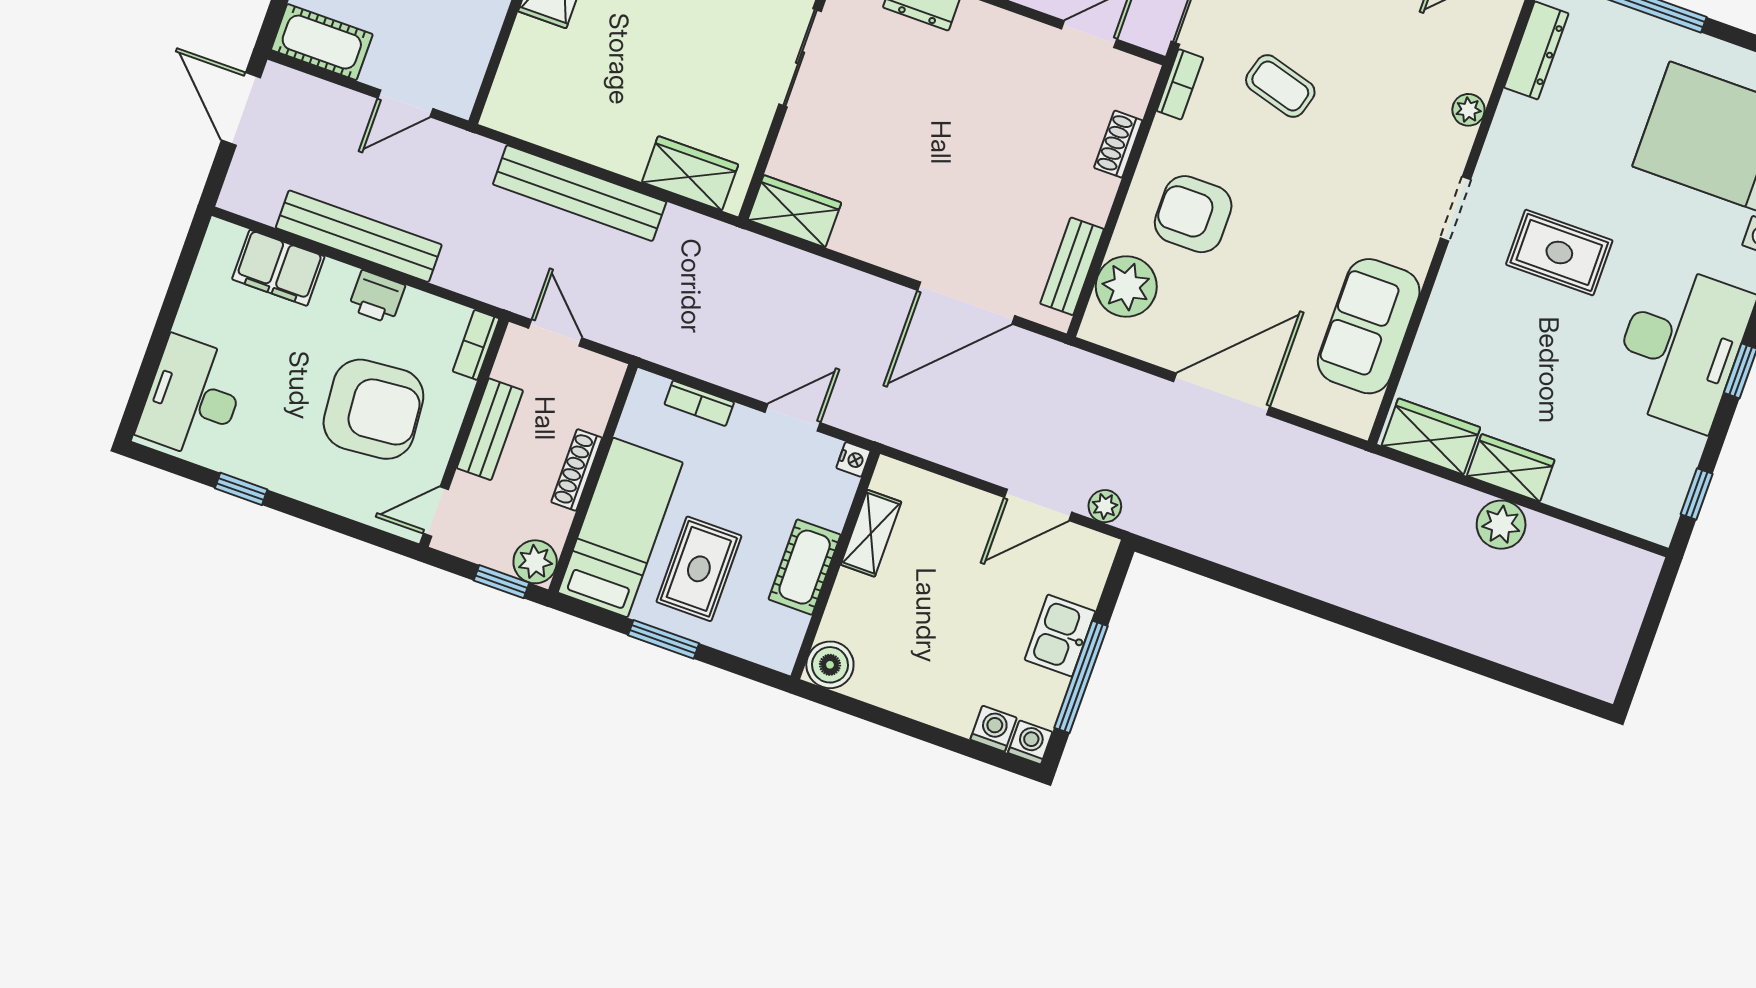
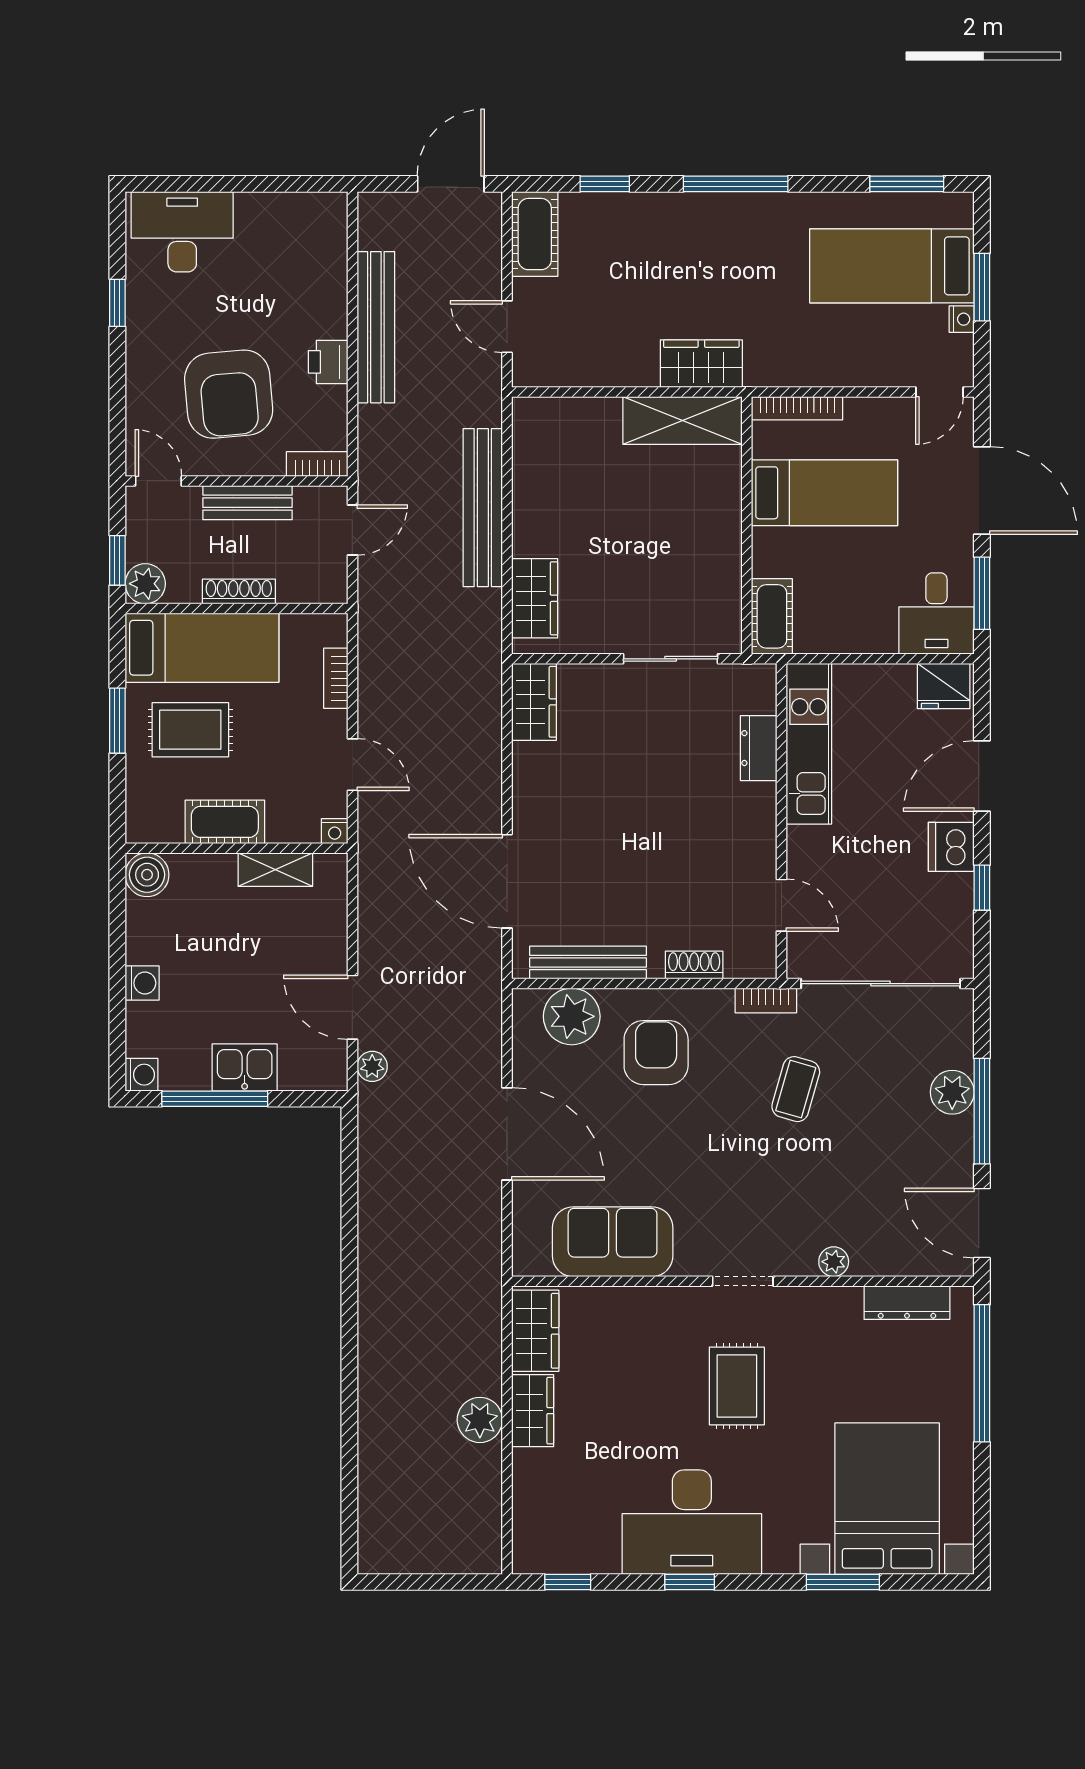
bench: (1072, 266) -> (588, 963), width x1.36
filing cabinet: (278, 268) -> (323, 266), removed
washing machine: (994, 729) -> (142, 983), moved

